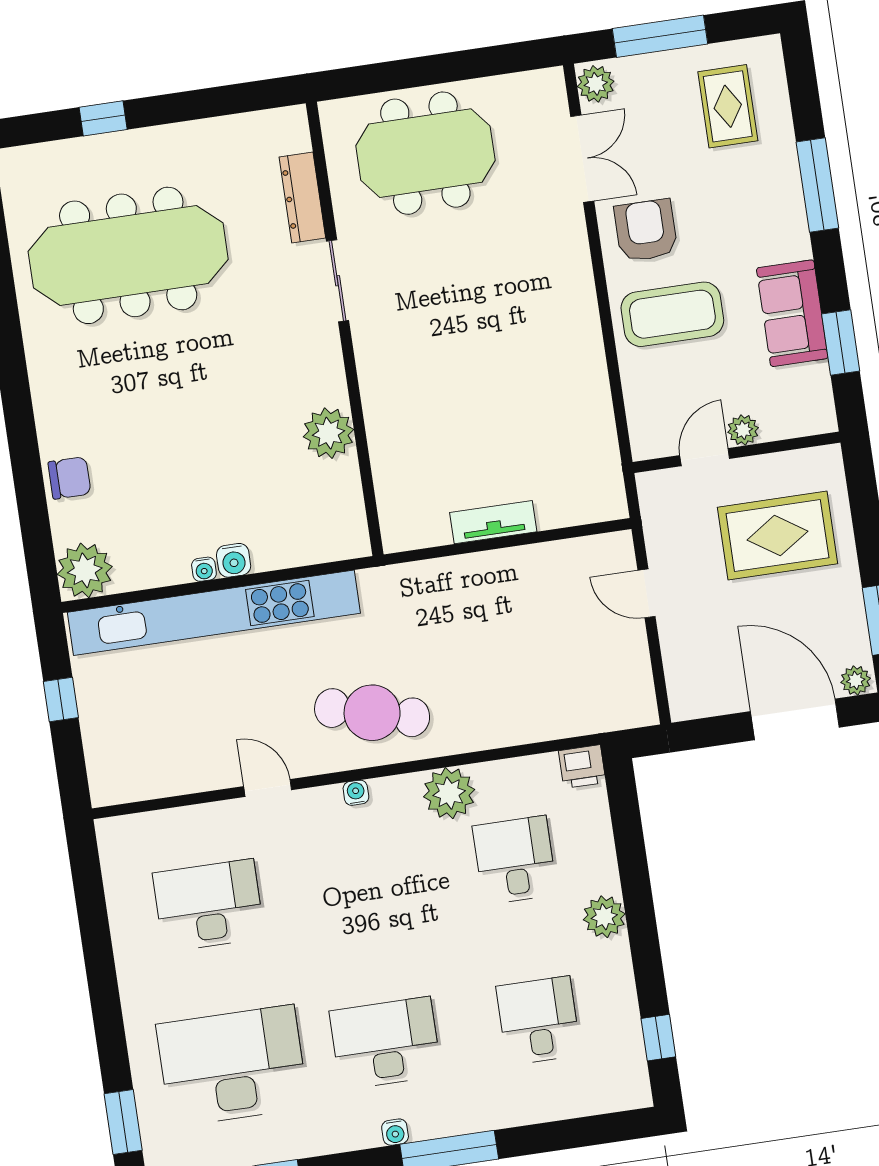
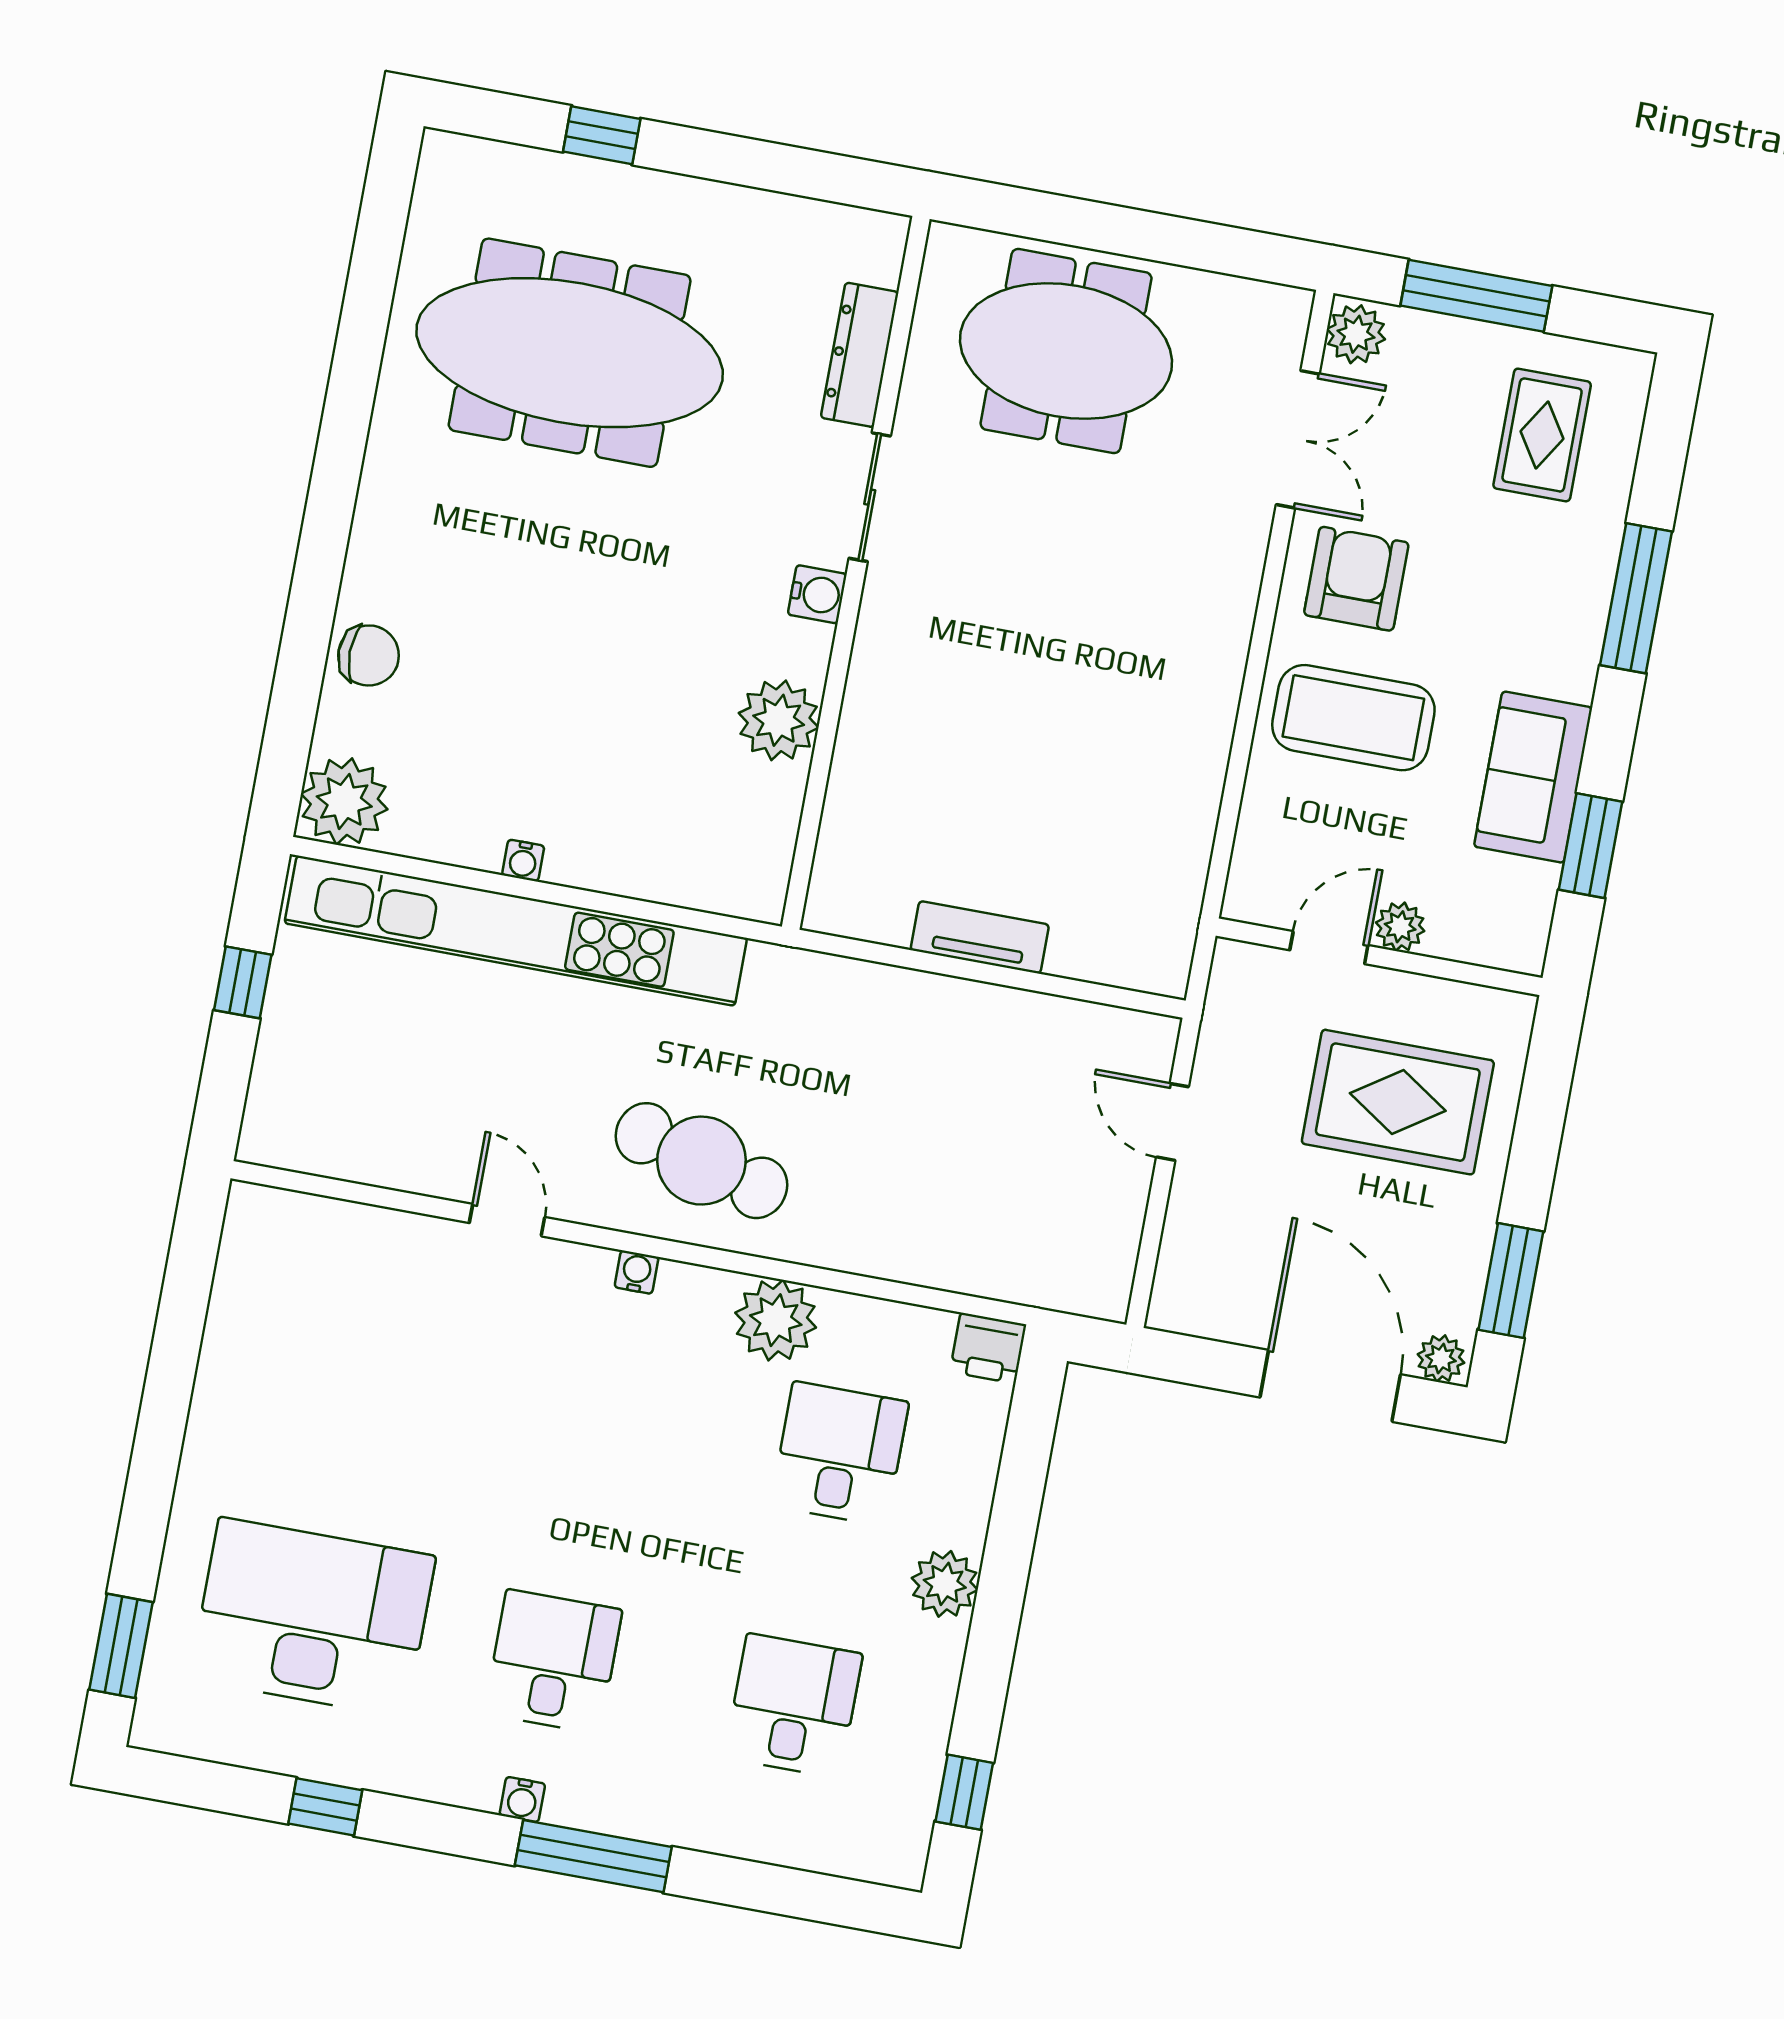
water cooler: (234, 560) -> (817, 594), moved, turned -90
desk: (209, 905) -> (359, 1365), removed
desk: (385, 1043) -> (553, 1661), width x0.73

